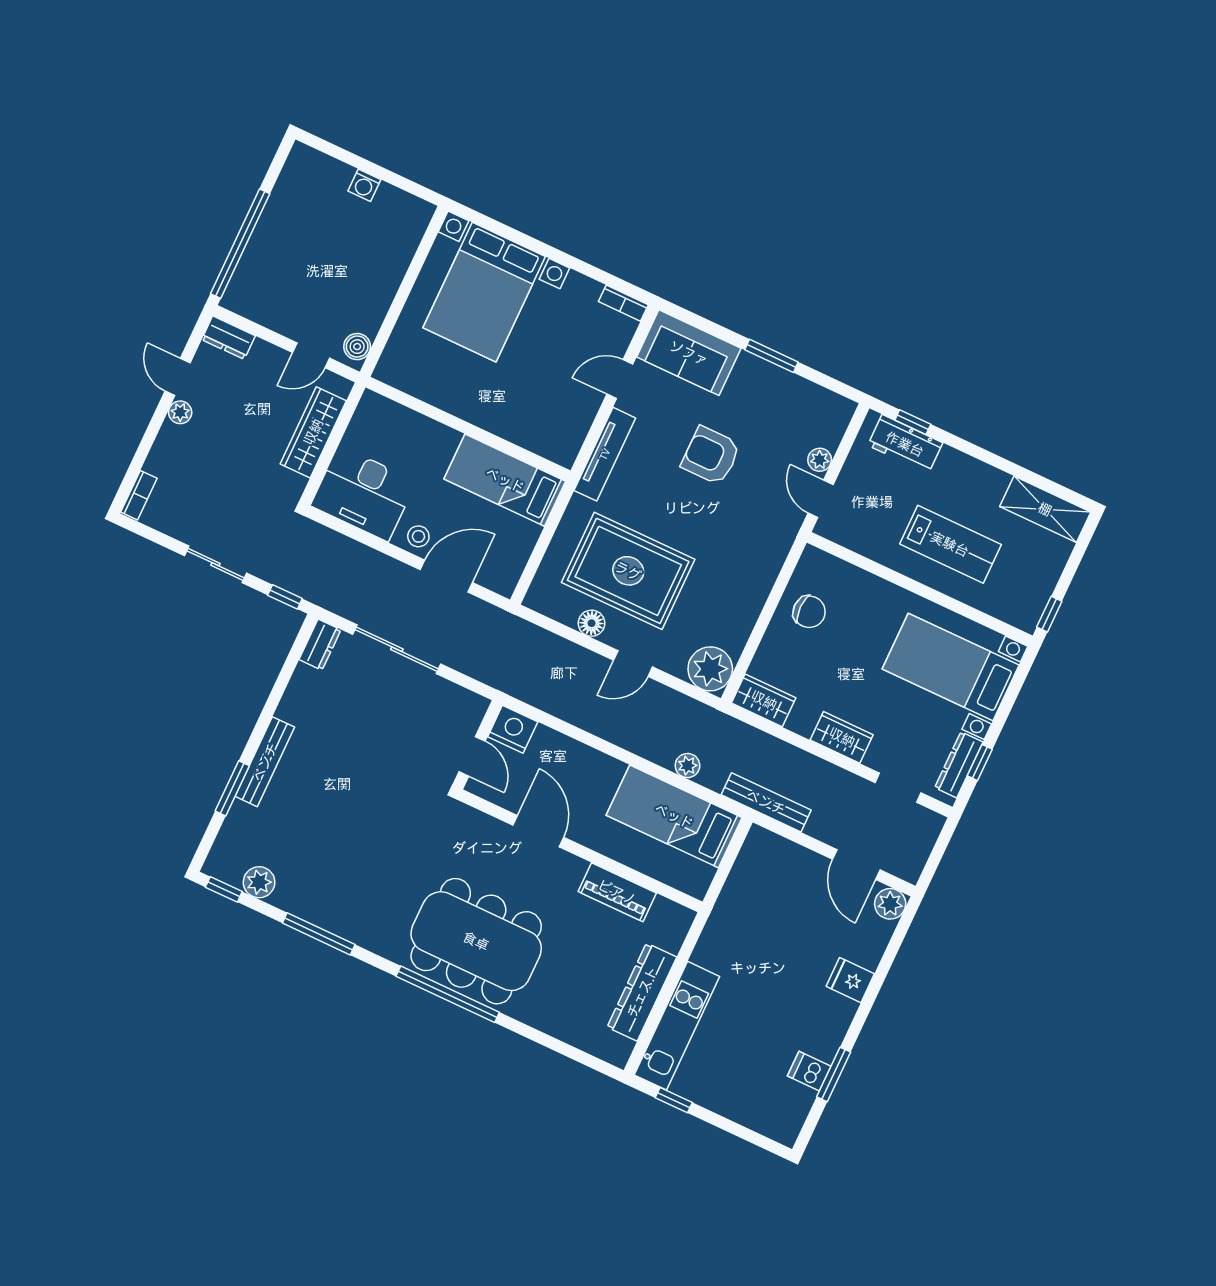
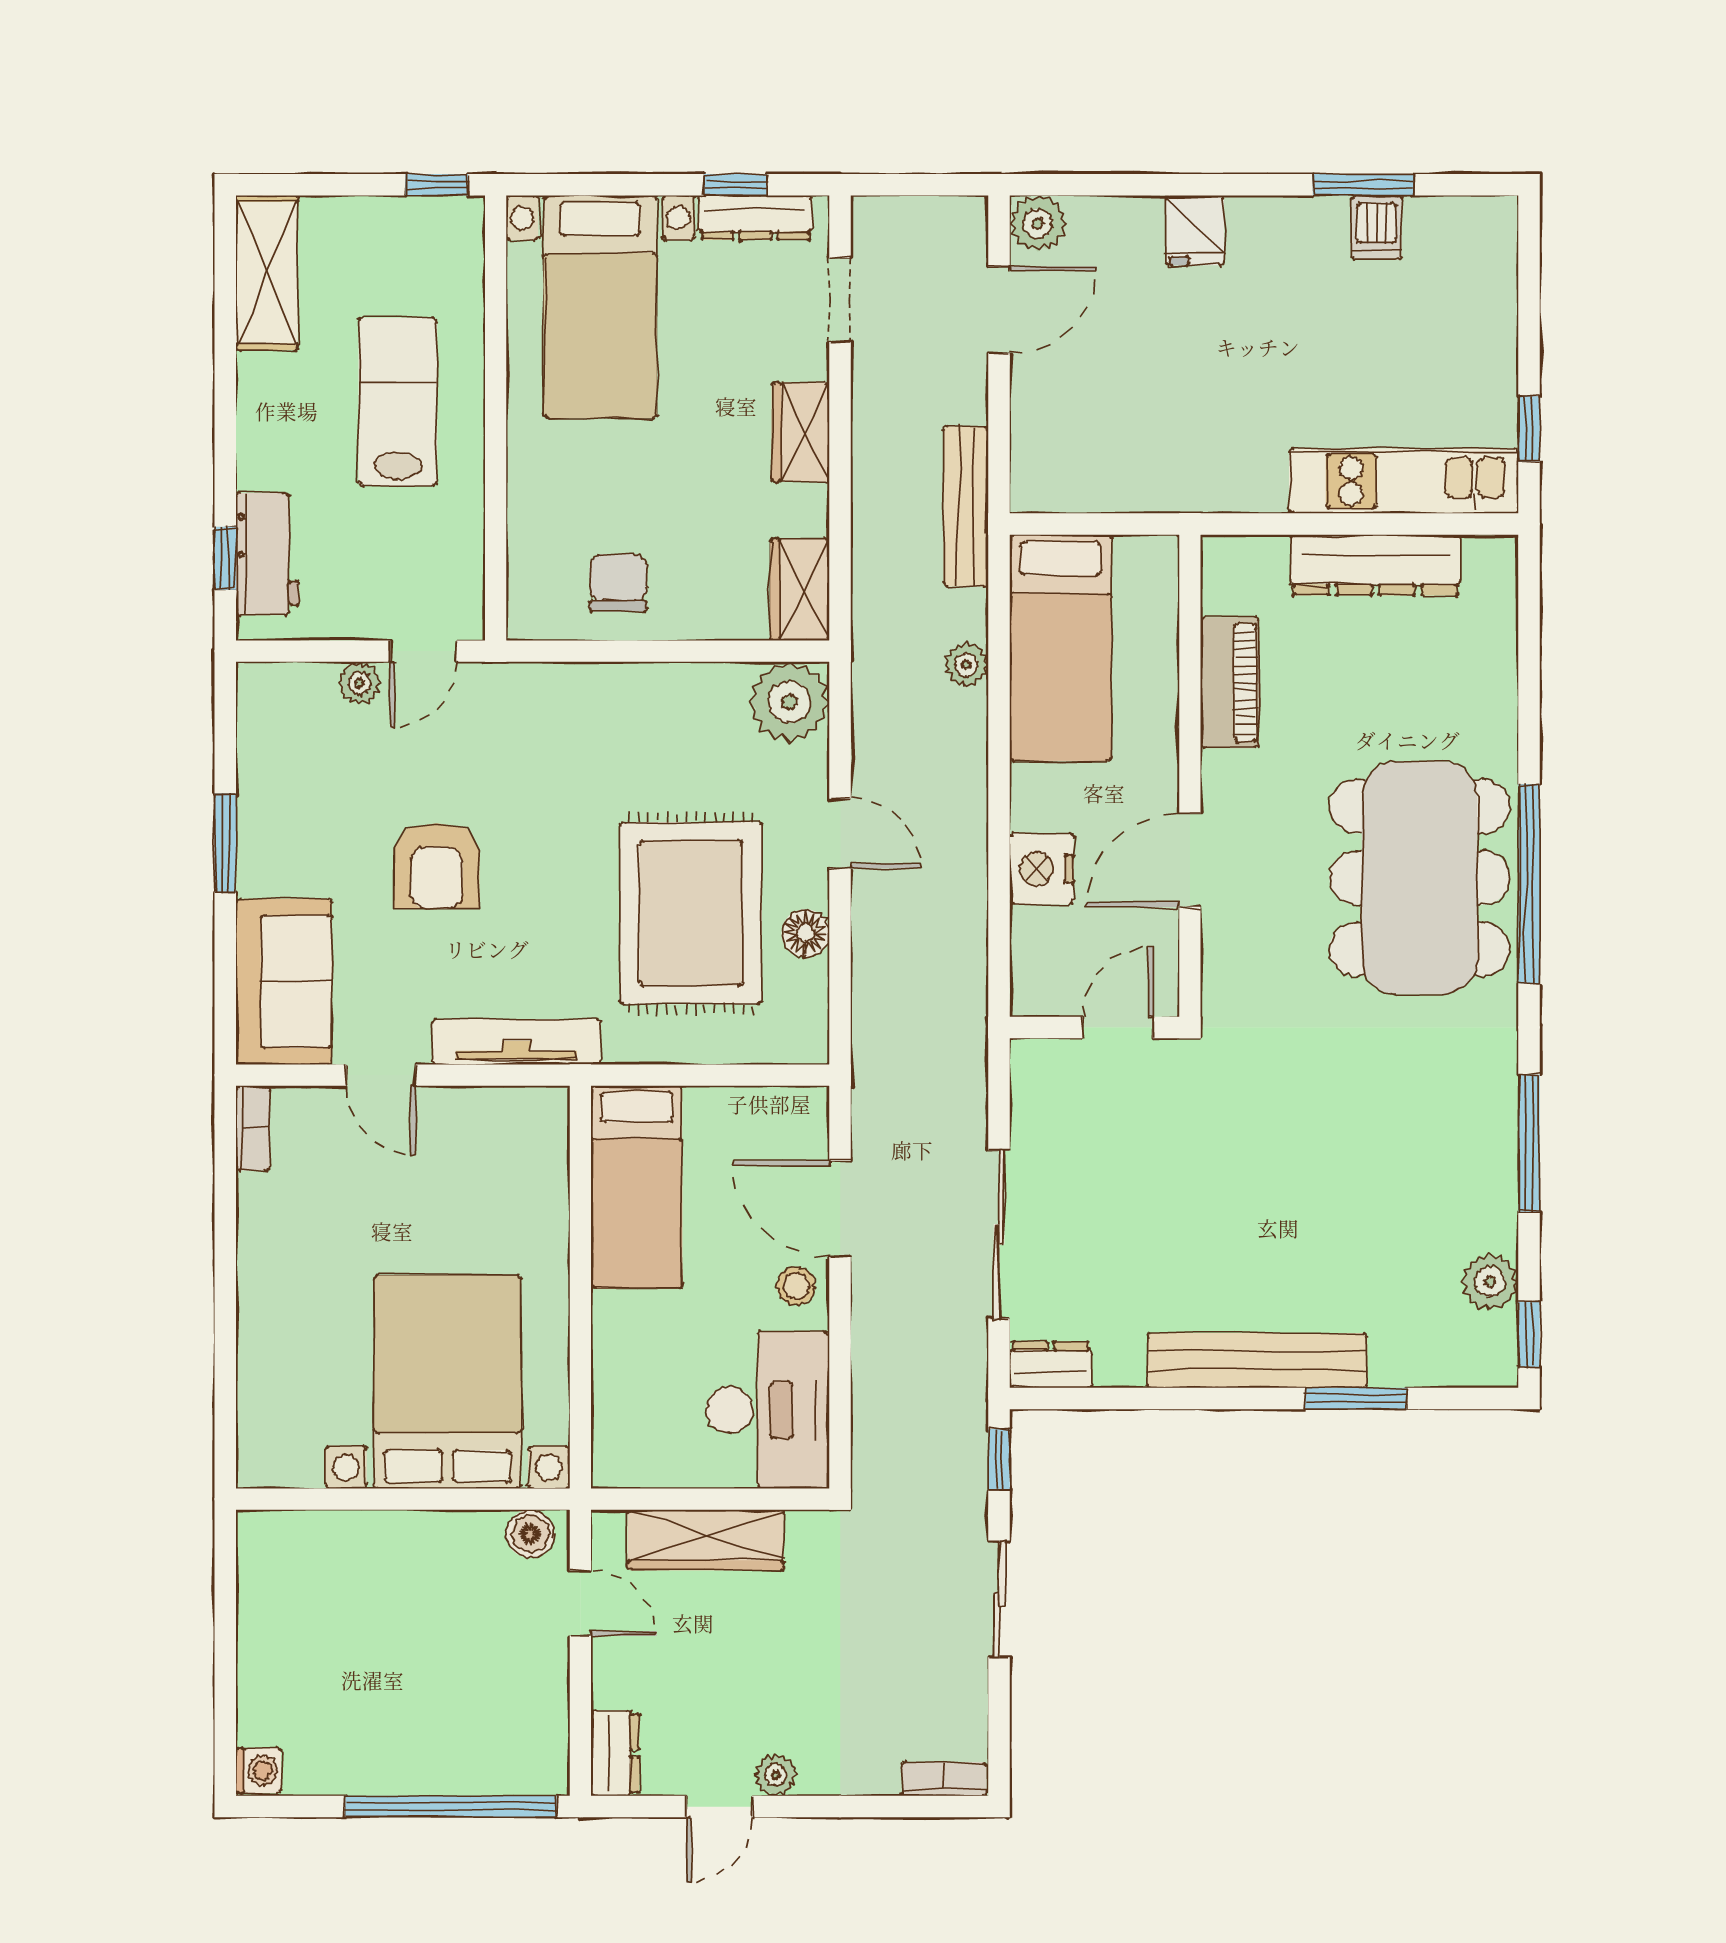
washing machine: (364, 185) -> (258, 1770), moved
bed with nightstands: (484, 292) -> (447, 1382), moved, turned -90
nightstand: (513, 729) -> (1042, 869), moved
bench: (265, 762) -> (1257, 1361), width x1.37, depth x1.21

